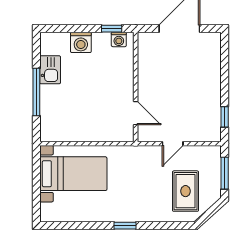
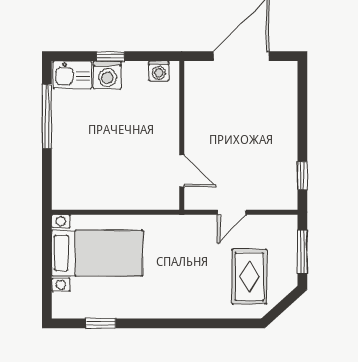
window: (112, 29) -> (111, 56), moved
kitchen sink: (50, 70) -> (72, 75), moved, turned 90
window: (36, 92) -> (47, 116), moved
window: (125, 226) -> (101, 323), moved

